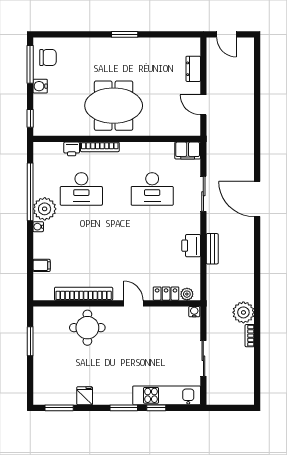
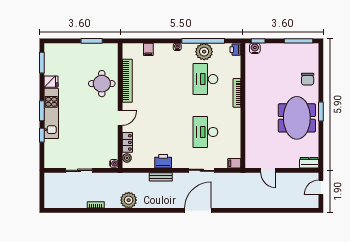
chair: (48, 58) -> (308, 79), moved
dresser: (193, 69) -> (309, 163), moved
water cooler: (40, 86) -> (255, 48), moved
door: (203, 105) -> (268, 170), swing flipped
meeting table: (114, 106) -> (297, 118), moved
printer: (72, 149) -> (235, 50), moved
filing cabinet: (188, 150) -> (234, 163), width x0.50
plant: (45, 209) -> (204, 52), moved
plant: (243, 312) -> (129, 200), moved
kitchen unit: (167, 395) -> (51, 113), moved

